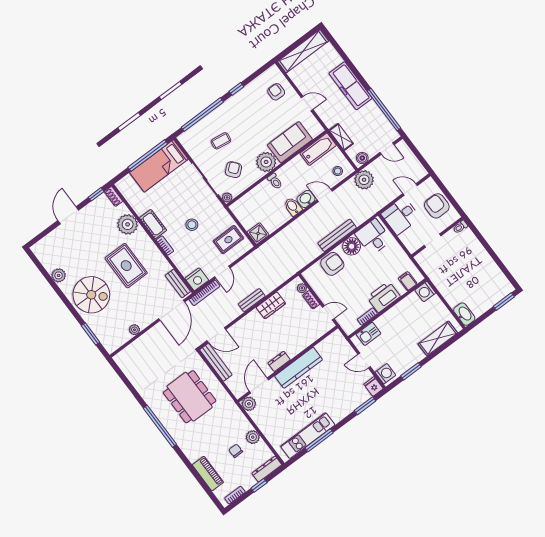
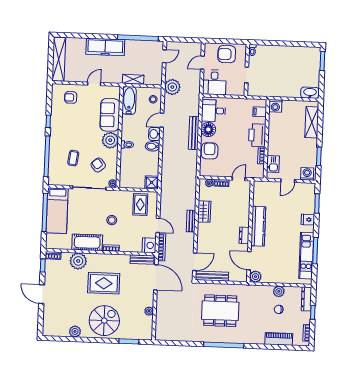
boiler: (362, 158) -> (158, 77), removed
cot: (153, 224) -> (87, 242), width x1.37, depth x1.34
fridge: (373, 386) -> (308, 220), moved

